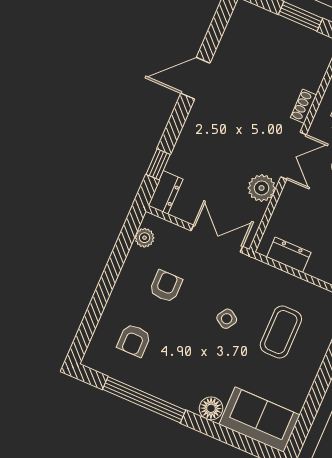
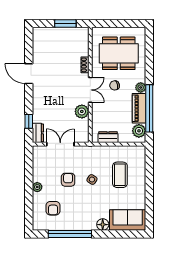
door: (195, 78) -> (29, 74), hinge flipped
plant: (145, 238) -> (37, 187), moved
double door: (217, 239) -> (60, 144), moved
armchair: (166, 286) -> (68, 180), moved

